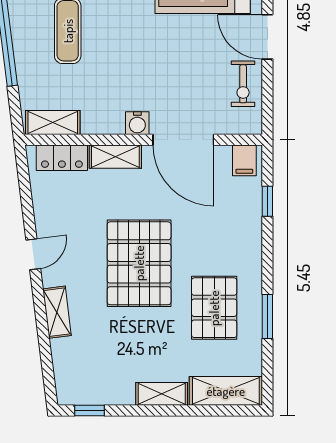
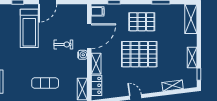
exercise bike: (243, 84) -> (63, 44), moved
pallet: (214, 308) -> (142, 22), moved
shelving: (57, 312) -> (173, 86), moved
shelving: (162, 394) -> (192, 57), moved

